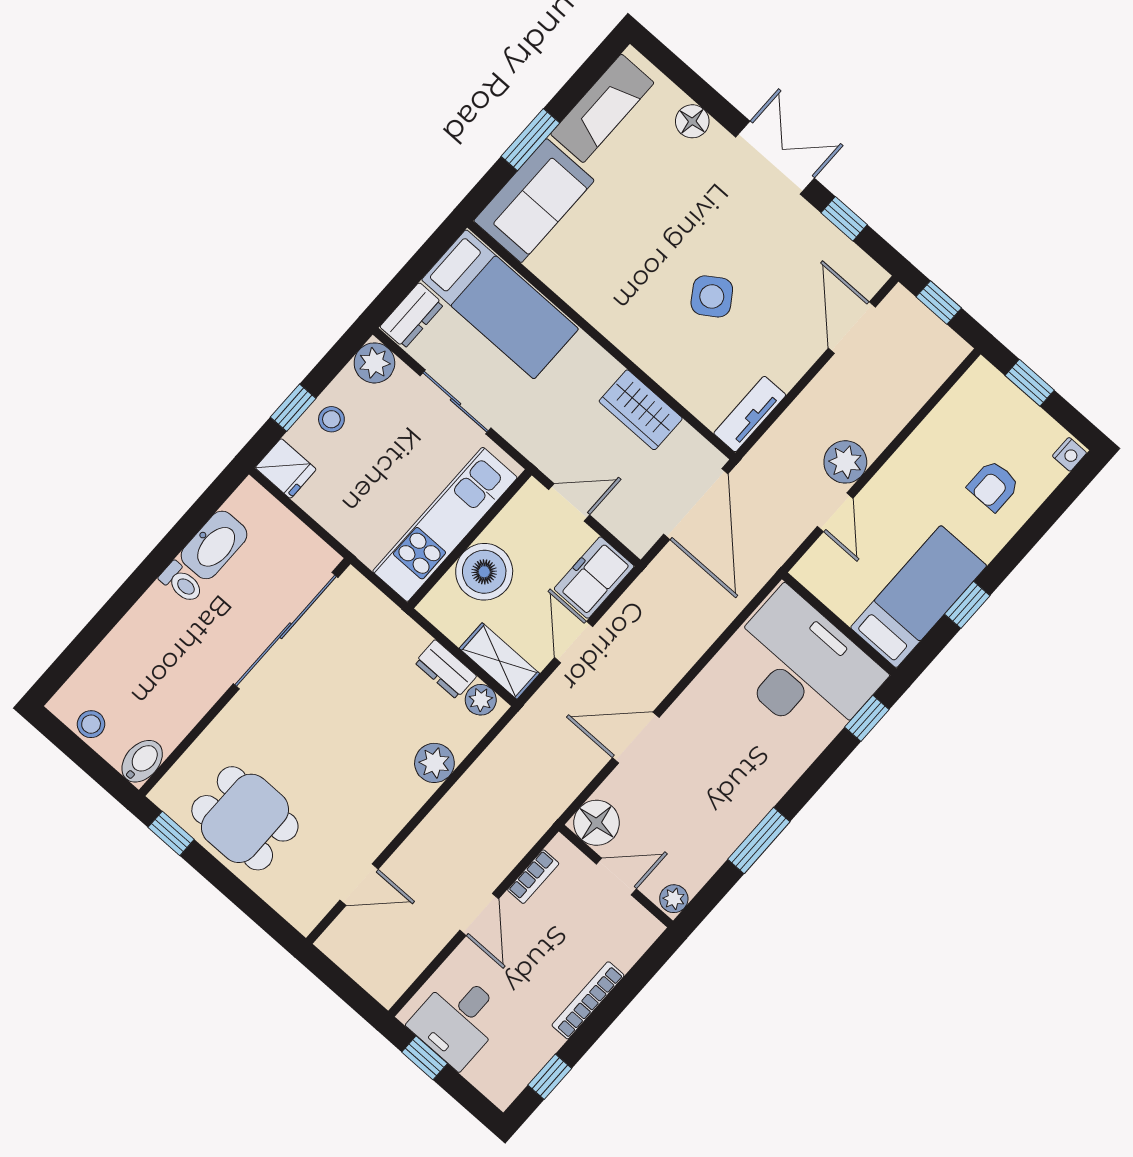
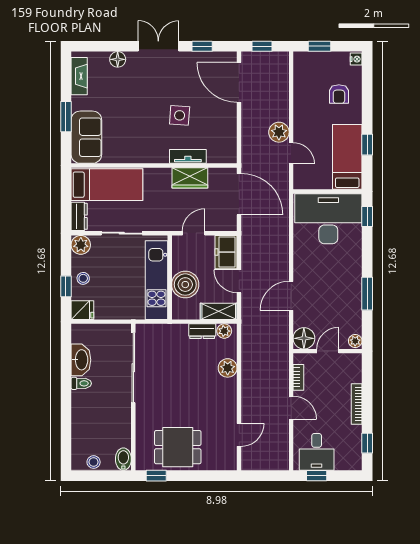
fireplace: (602, 108) -> (79, 76), width x0.73, depth x0.76
side table: (712, 296) -> (180, 115), turned 38
door: (852, 328) -> (239, 82), width x1.36
tv unit: (750, 414) -> (188, 156), moved, turned 90

